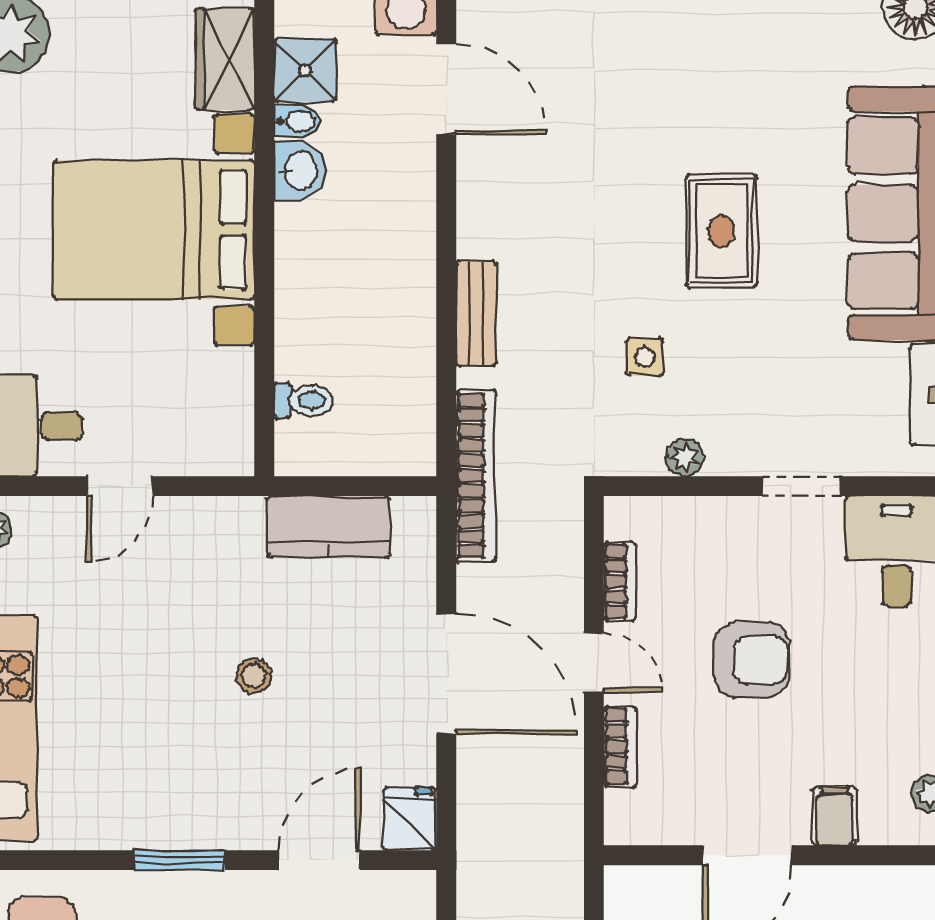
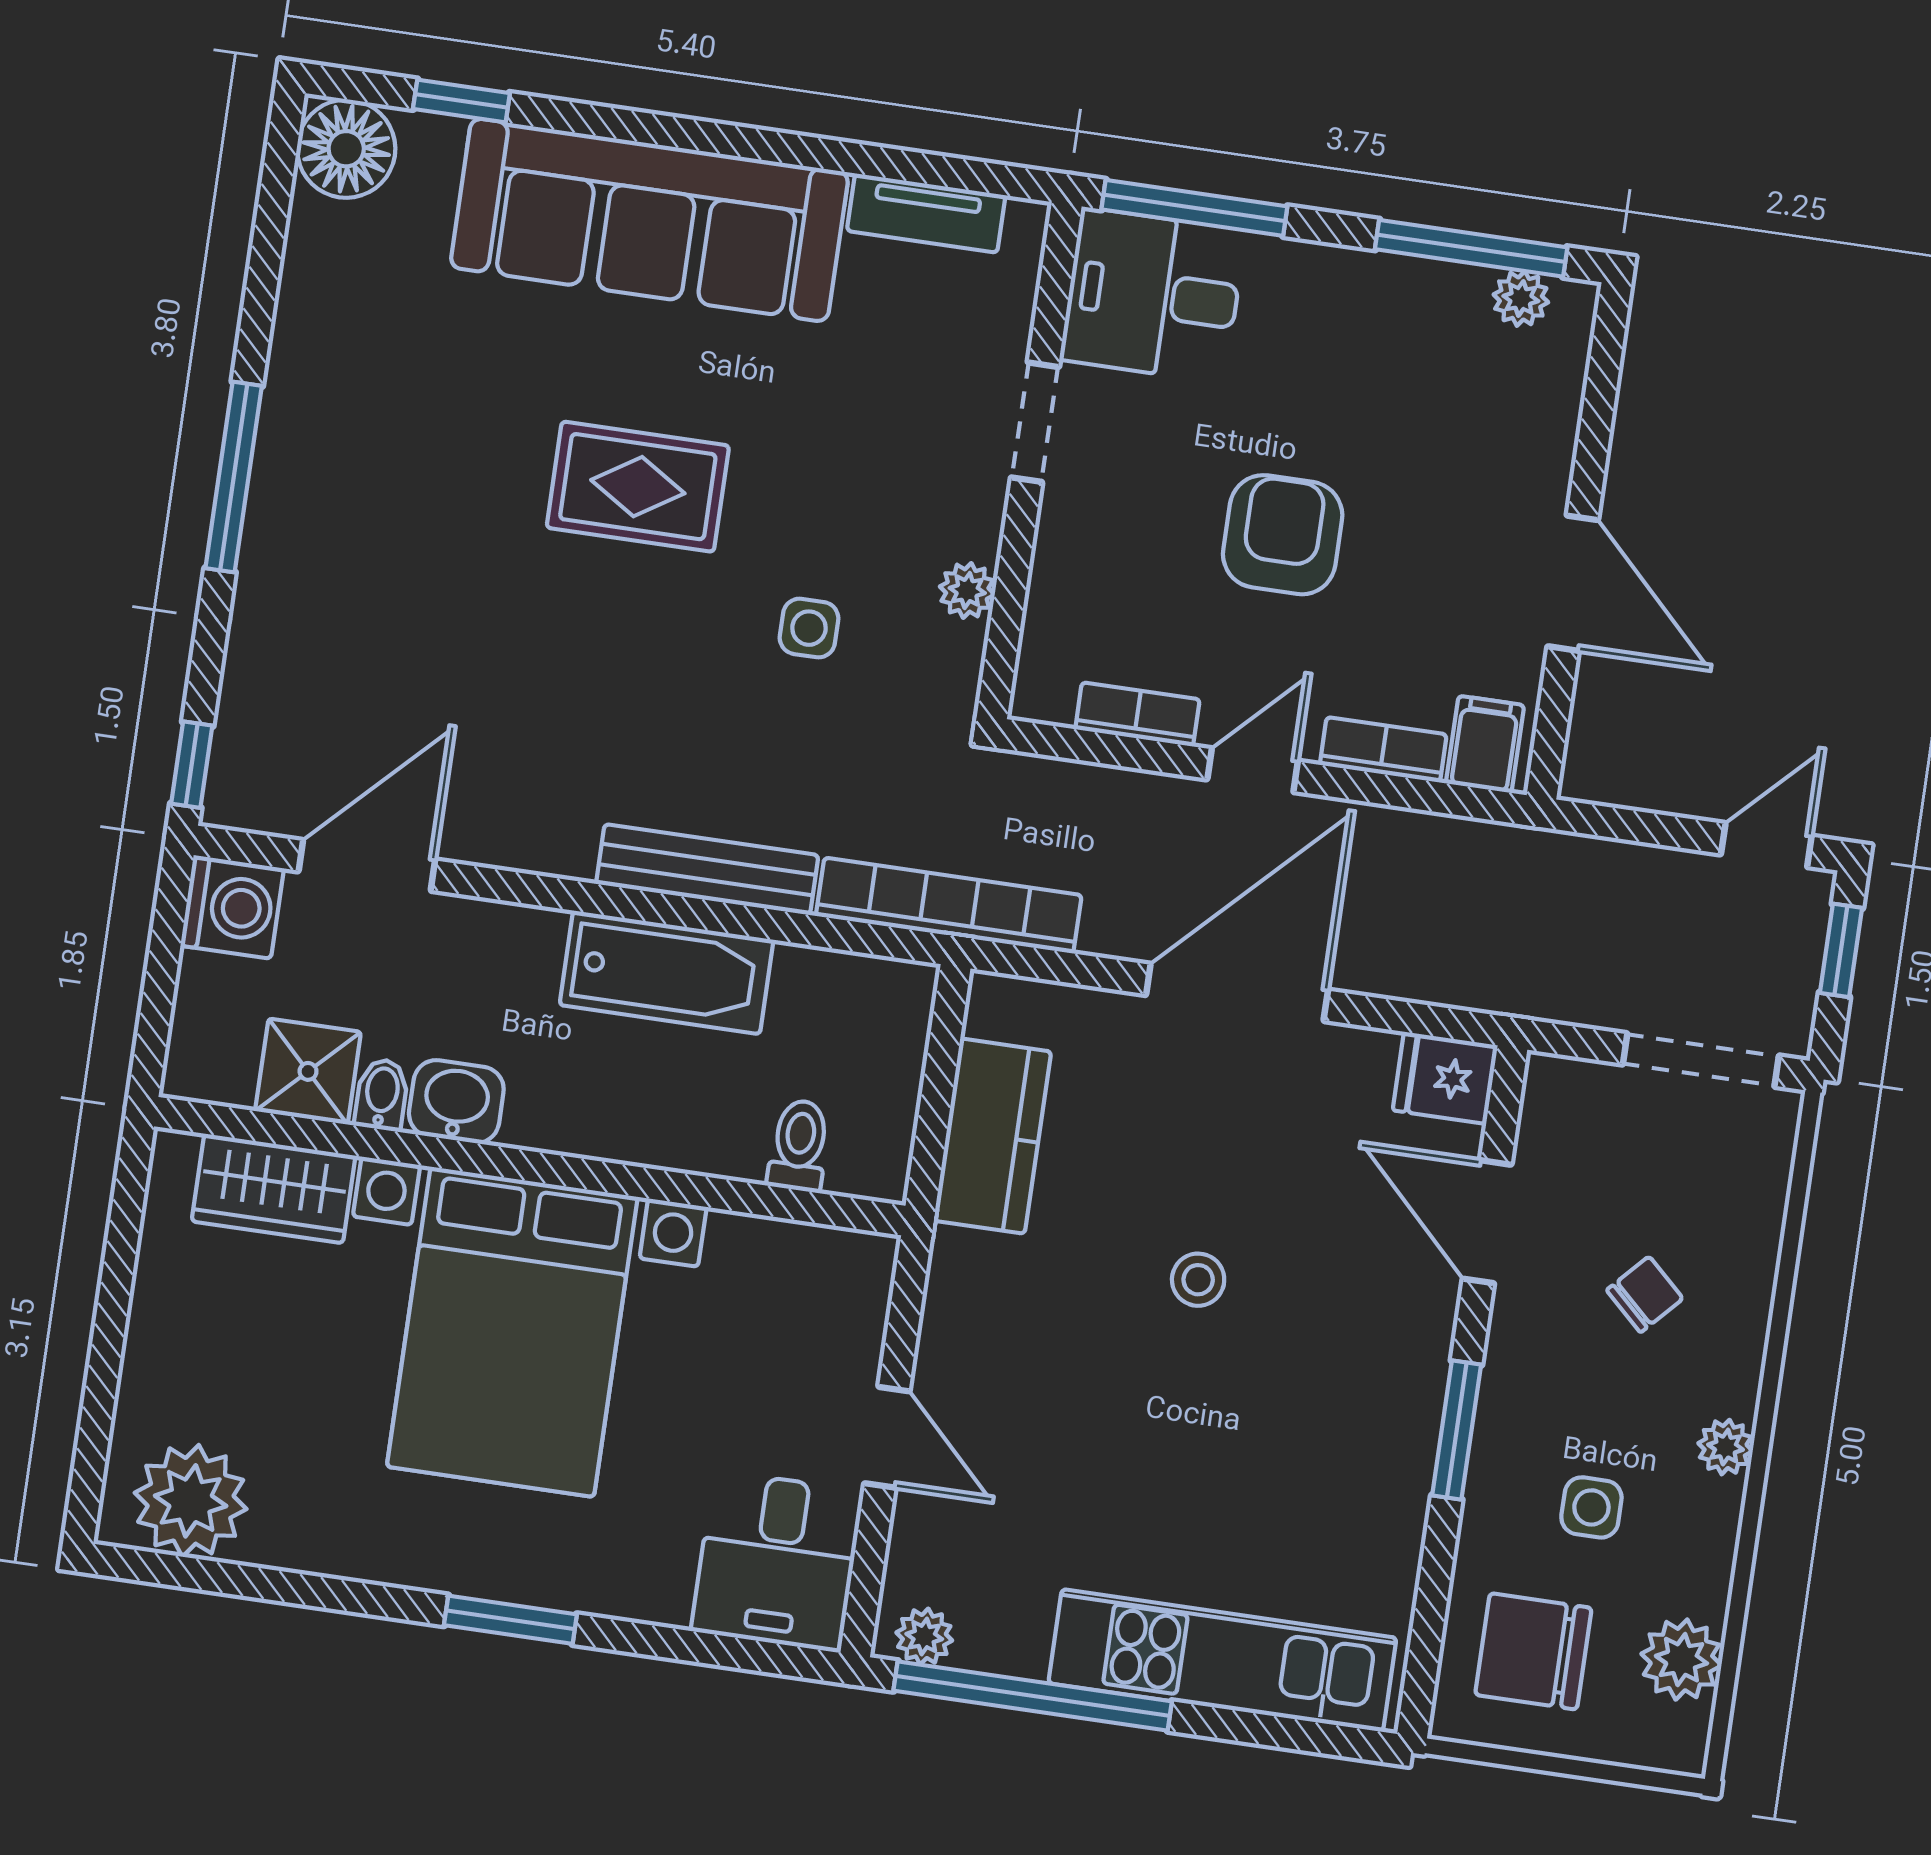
bathtub: (405, 297) -> (667, 972), added
bench: (476, 314) -> (707, 869), width x1.36
filing cabinet: (834, 816) -> (1485, 744), moved, turned 90

